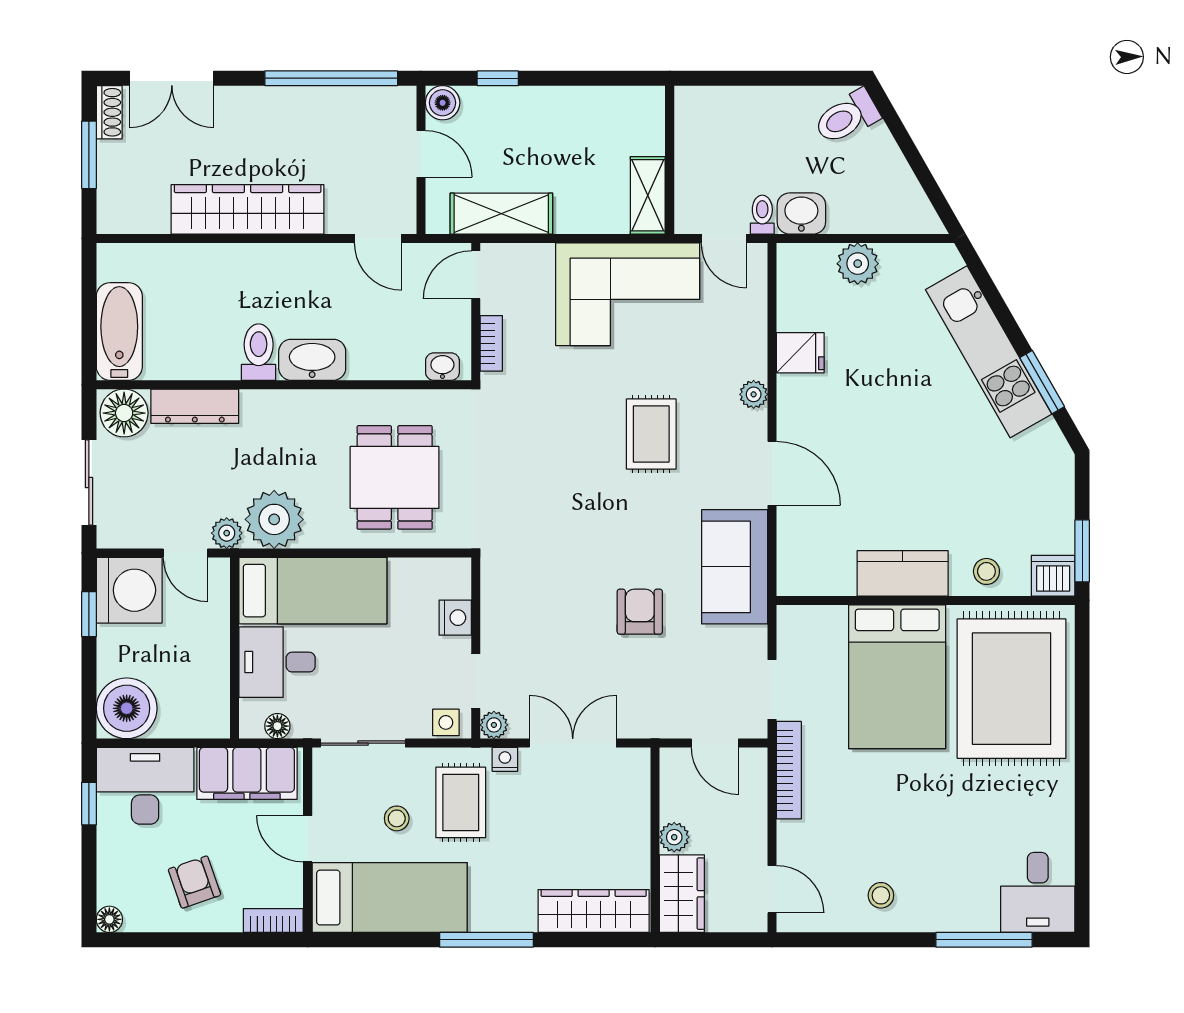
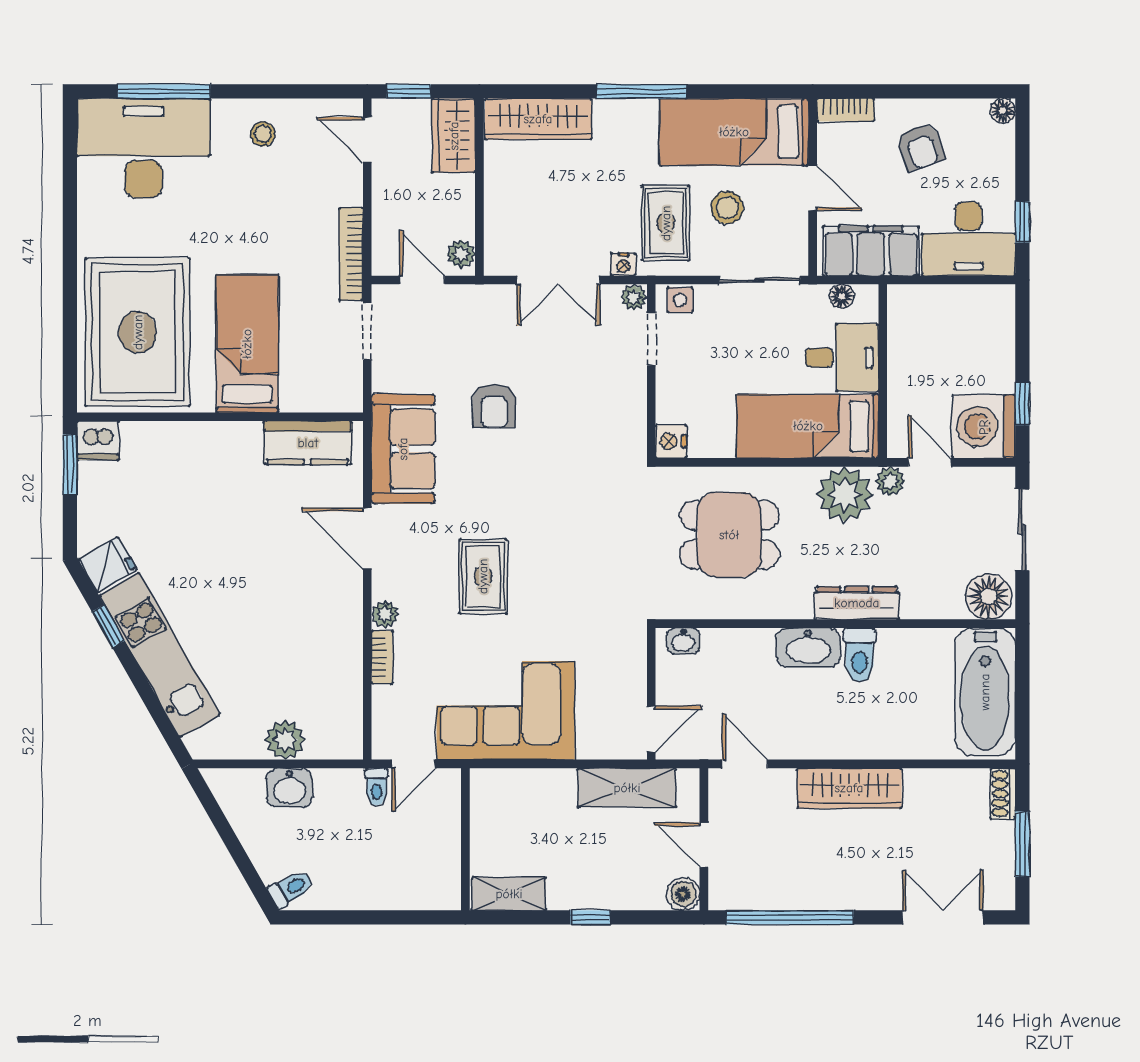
window: (498, 78) -> (590, 917), moved
shoe rack: (109, 112) -> (1003, 794), moved
toilet: (847, 117) -> (291, 889), width x0.73, depth x0.72
shelving: (648, 195) -> (509, 894), moved, turned 90
wardrobe: (248, 209) -> (849, 788), width x0.71, depth x0.85
washbasin: (801, 213) -> (289, 788), moved
door: (724, 238) -> (414, 764), swing flipped
bathtub: (119, 331) -> (985, 692), width x1.36, depth x1.36
bookcase: (491, 343) -> (382, 657), moved, turned 180
fridge: (800, 353) -> (108, 565), moved, turned 150
window: (1042, 382) -> (108, 626), width x0.67
dresser: (195, 406) -> (857, 603), moved
dining table: (395, 477) -> (729, 535), turned 90
stool: (986, 571) -> (162, 445), removed
kitchen counter: (903, 573) -> (308, 443), moved
nightstand: (455, 618) -> (671, 441), moved
bed: (897, 677) -> (247, 344), width x0.67
boiler: (127, 708) -> (986, 313), removed
stool: (397, 818) -> (727, 208), width x1.37, depth x1.37
plant: (674, 837) -> (461, 254), moved
desk: (1038, 892) -> (143, 148), width x1.87, depth x1.30
window: (729, 940) -> (409, 91), added

